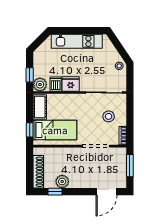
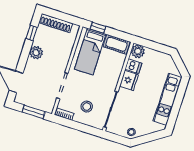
window: (30, 75) -> (150, 44), removed
plant: (62, 182) -> (36, 52), moved

